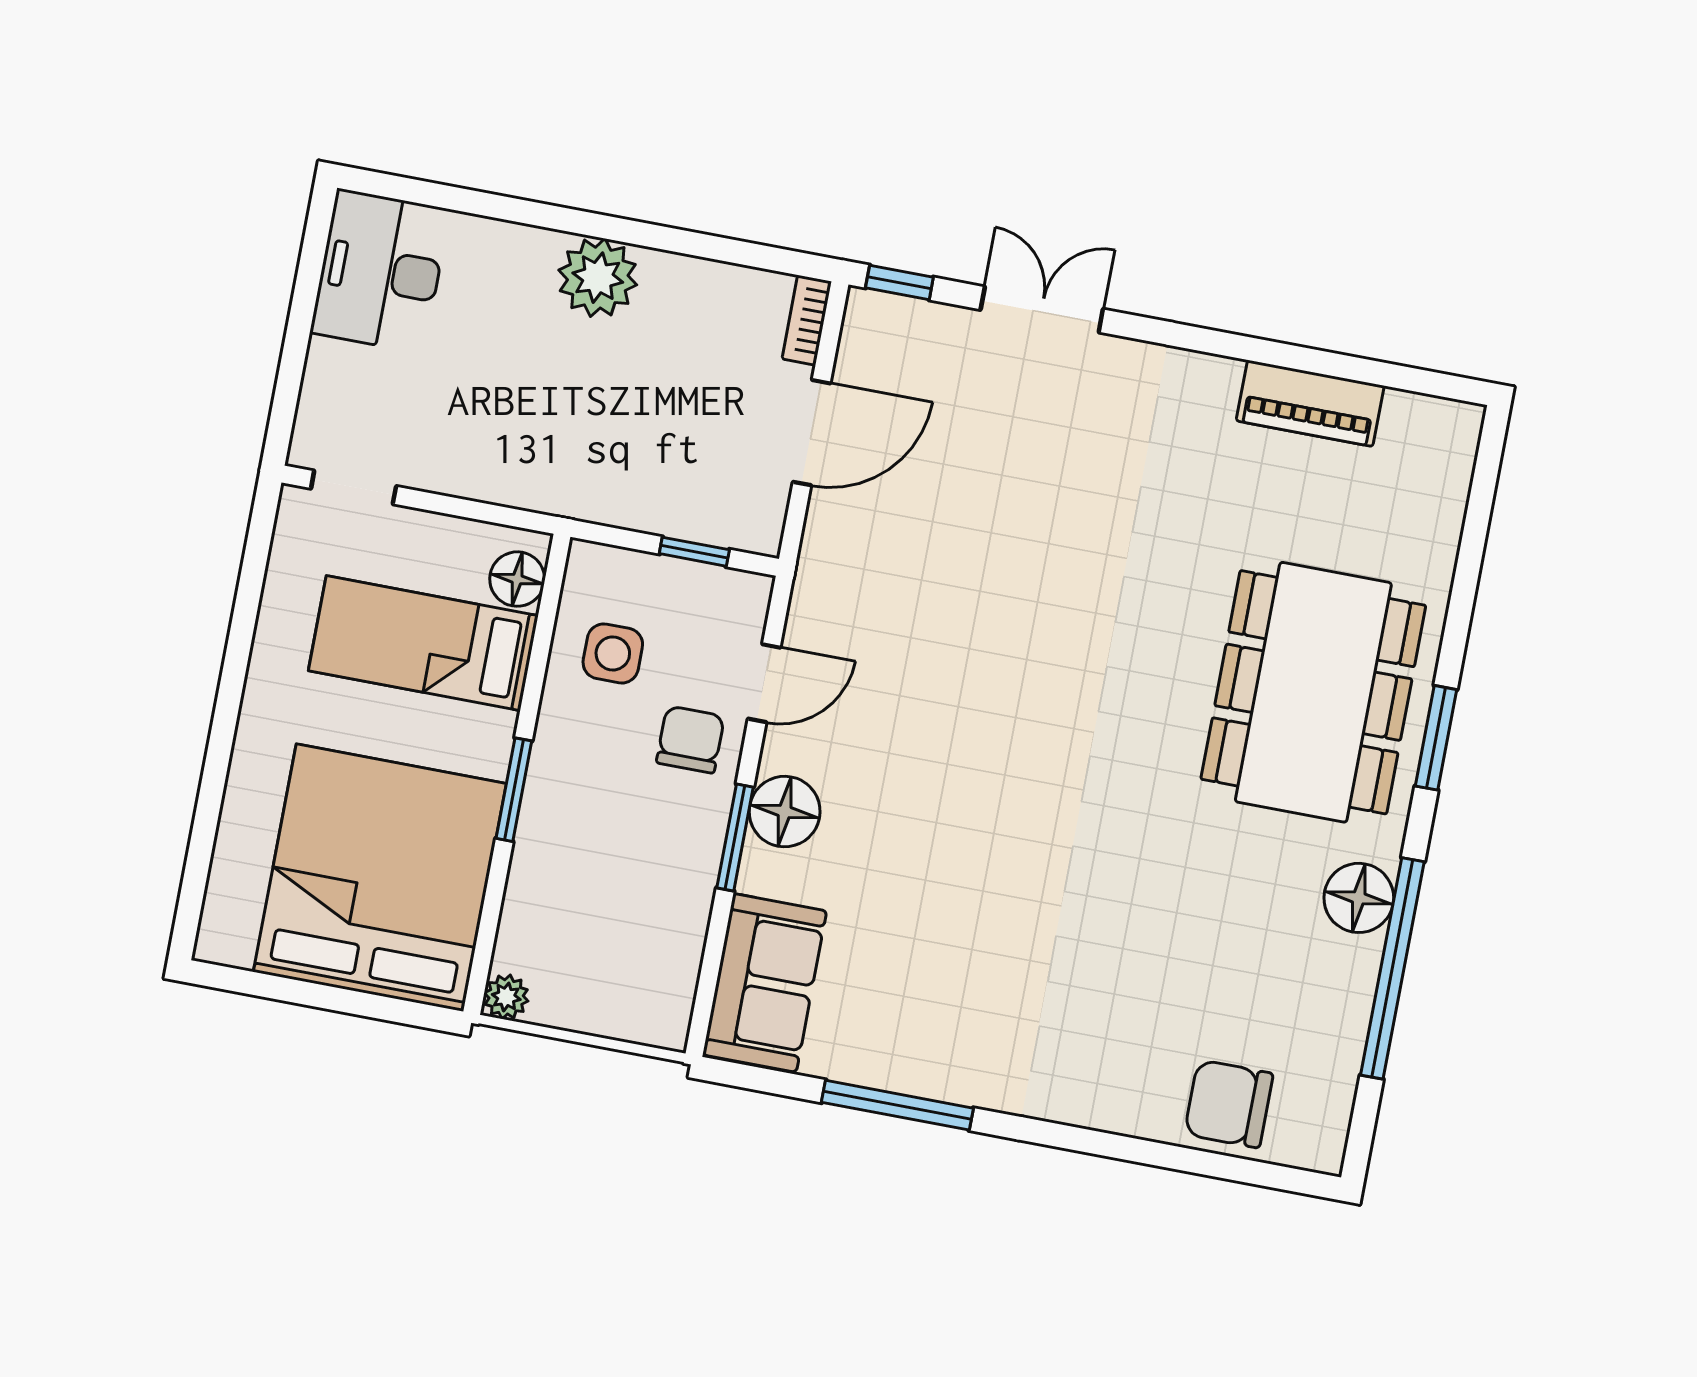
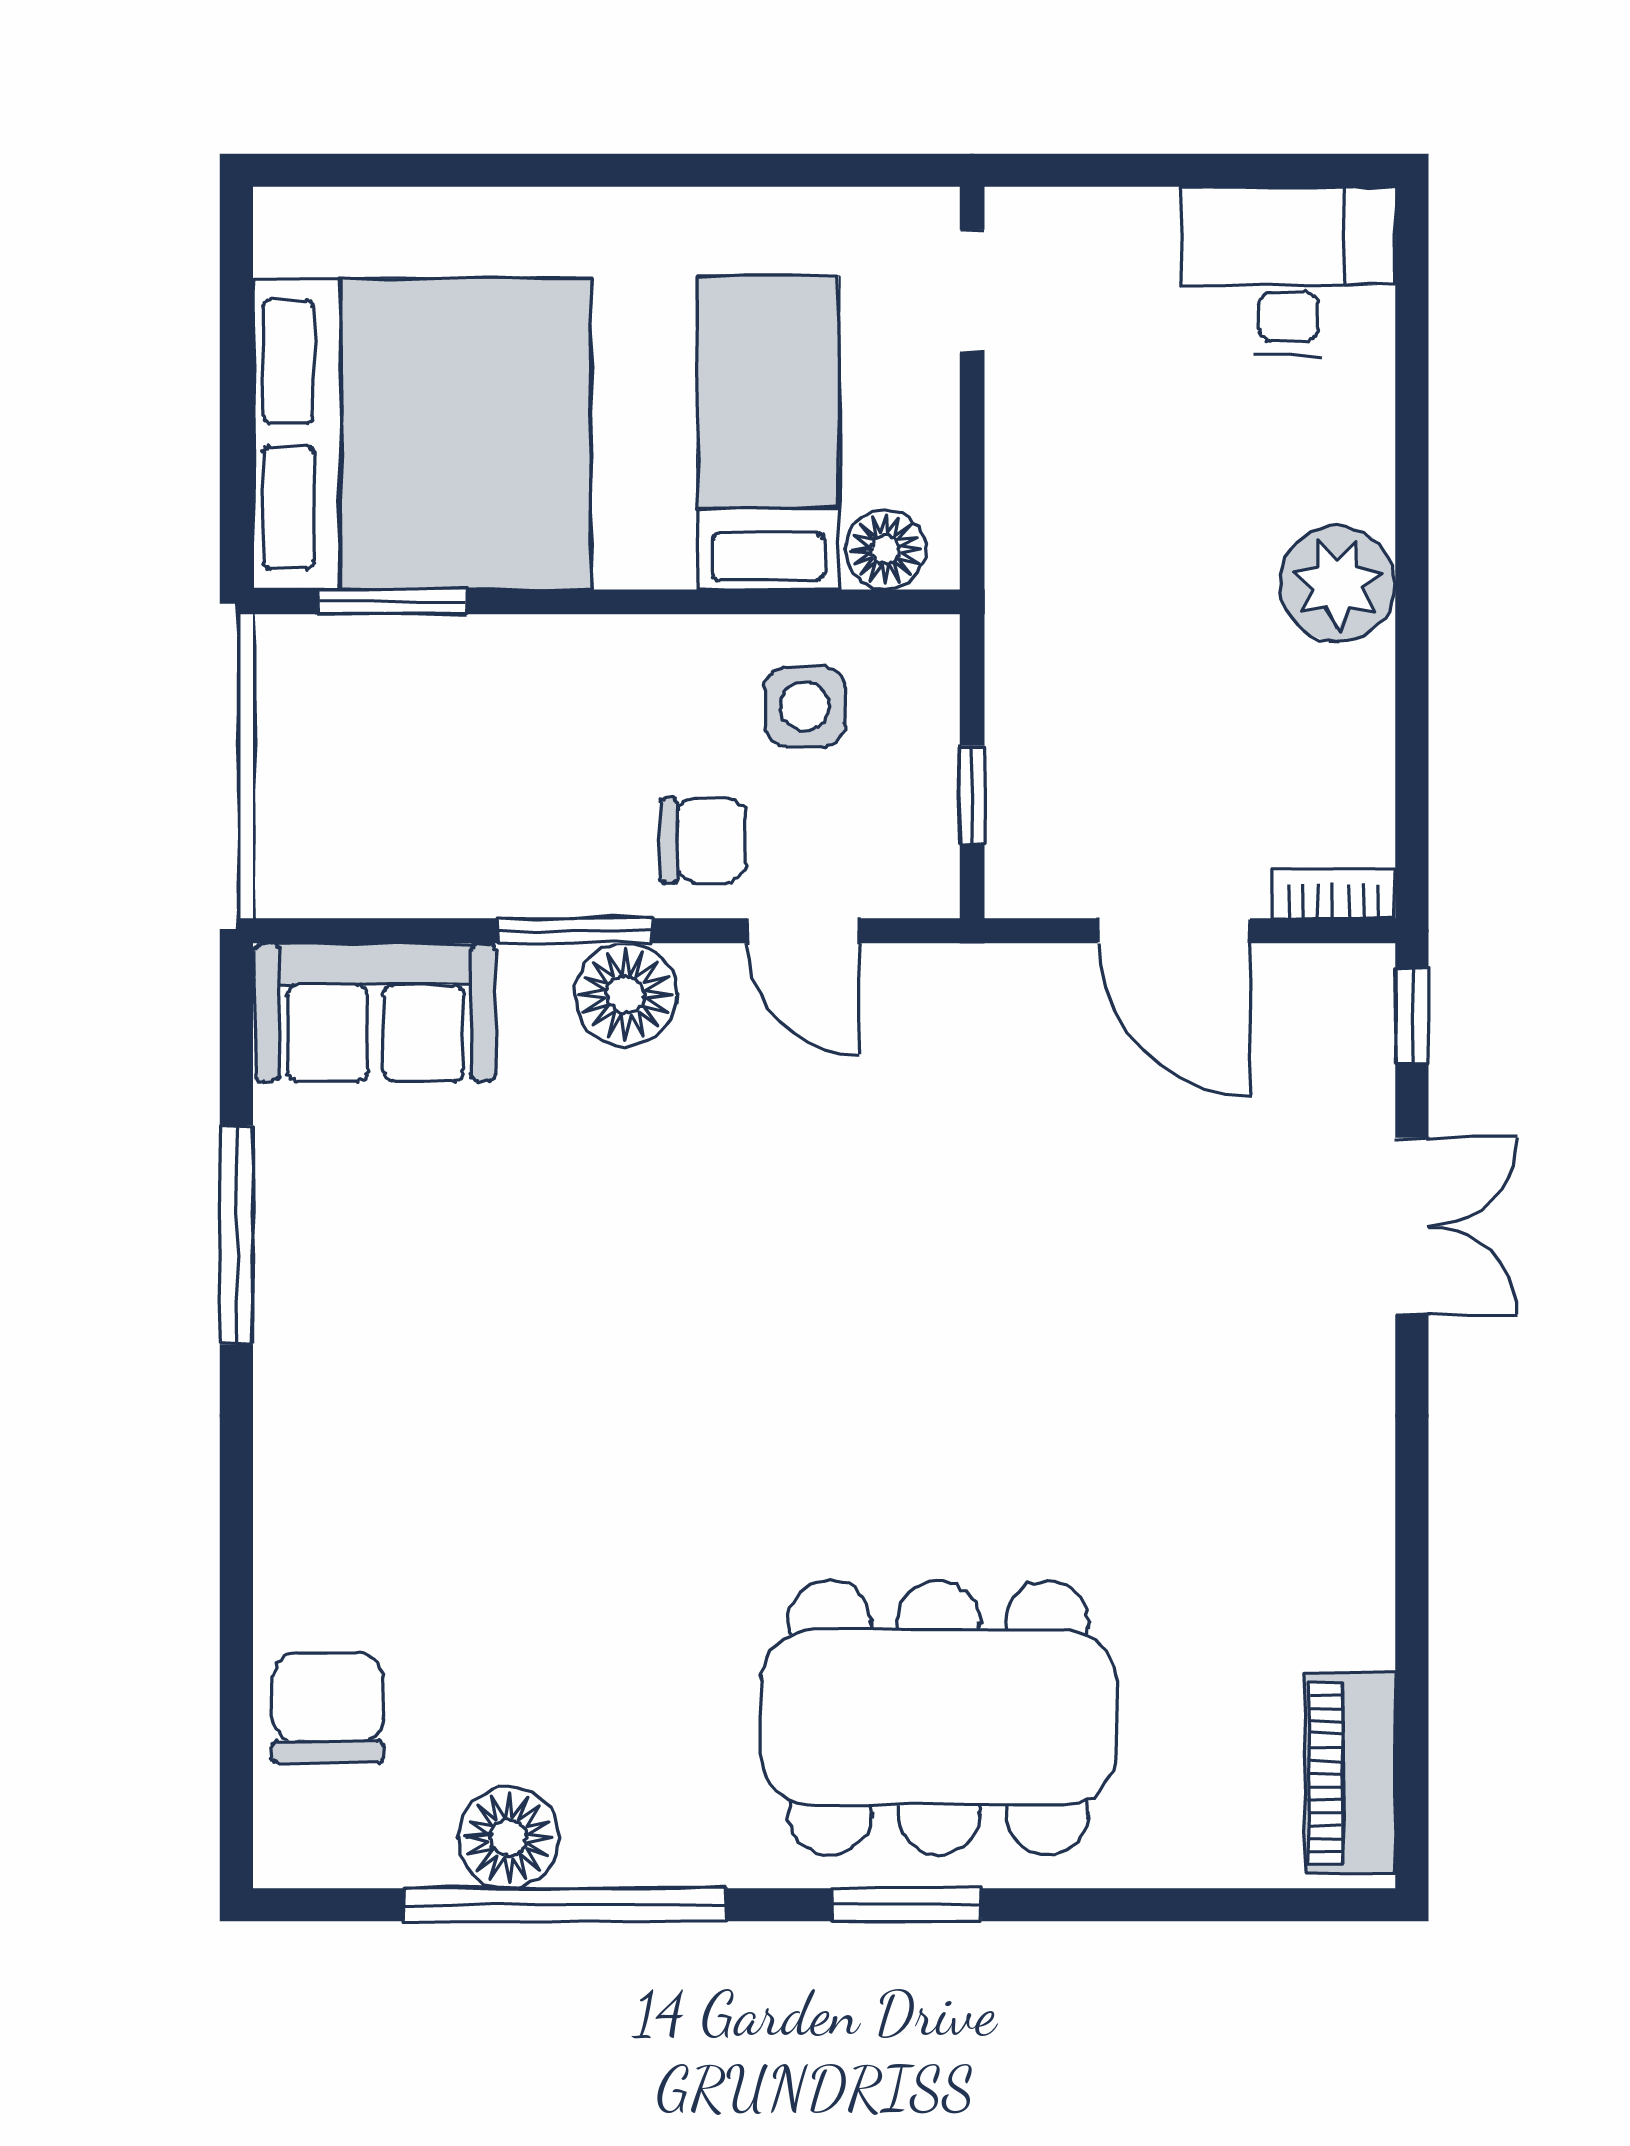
piano: (1310, 403) -> (1350, 1773), moved
window: (514, 790) -> (393, 602), moved
floor lamp: (1359, 898) -> (509, 1838), moved
plant: (506, 997) -> (285, 647), removed

